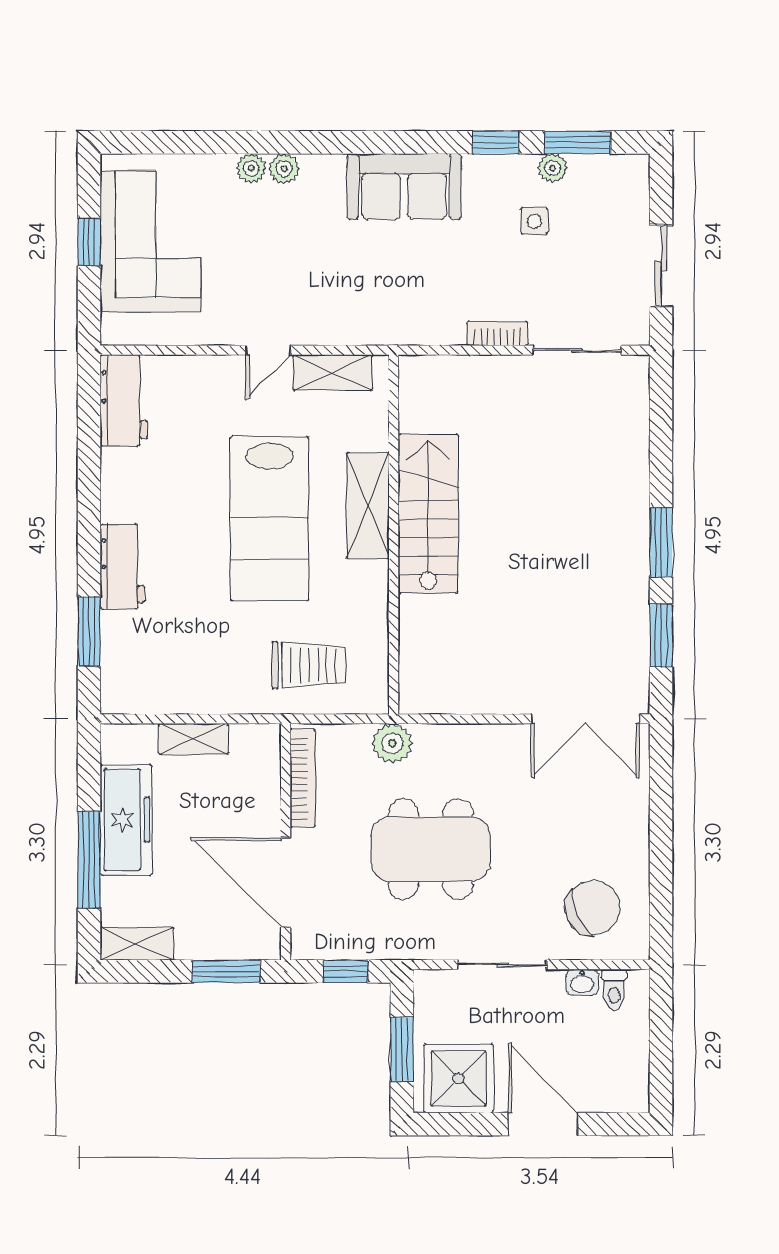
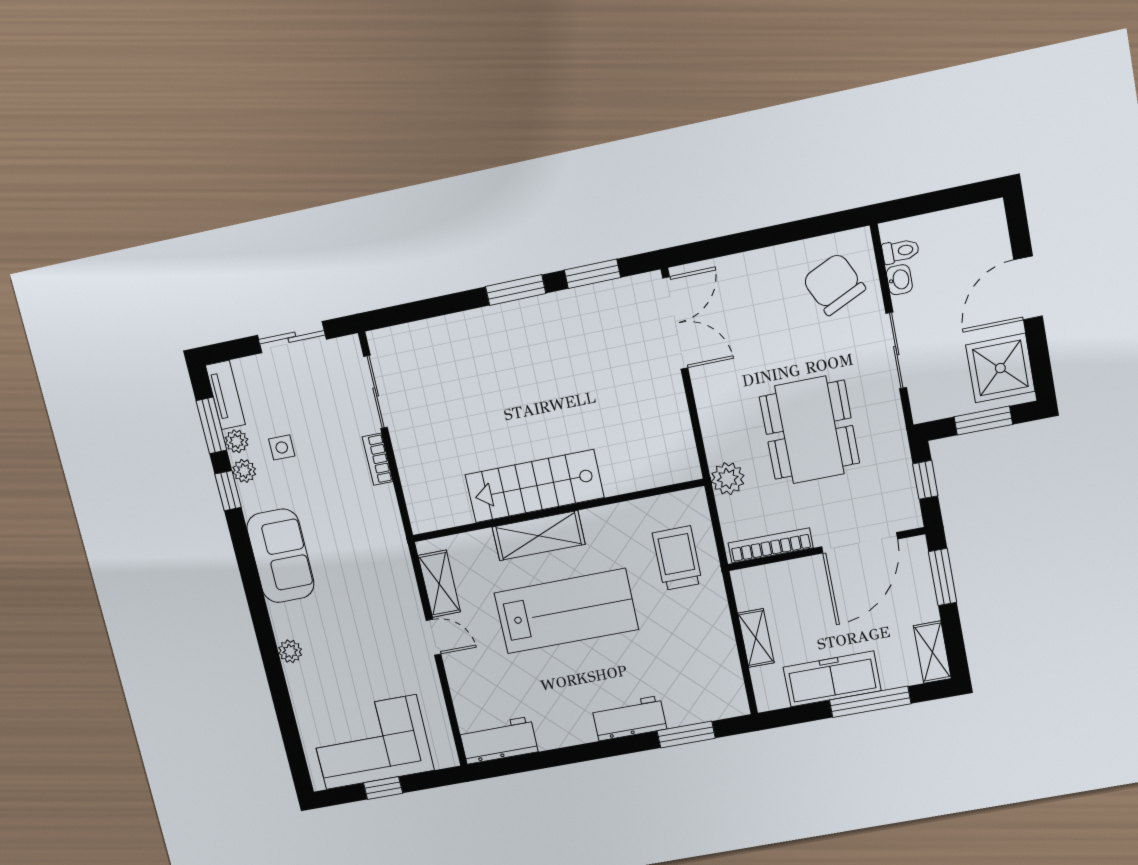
plant: (251, 168) -> (244, 471), moved
tv unit: (610, 169) -> (225, 395), added

